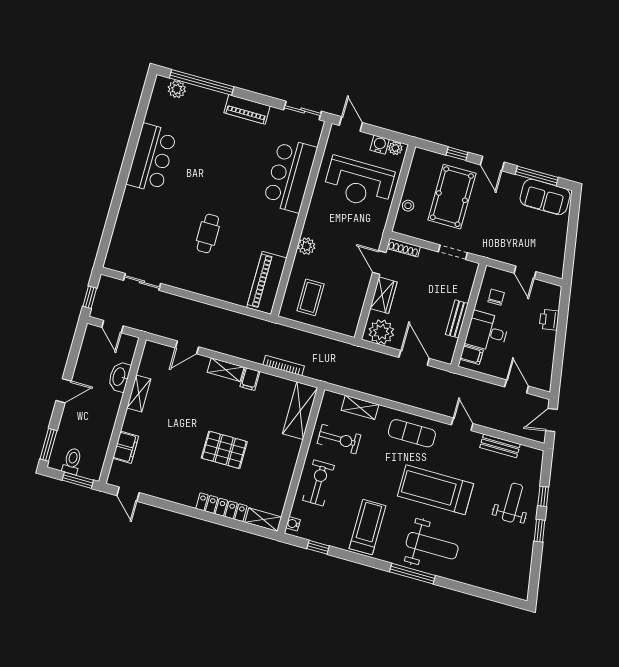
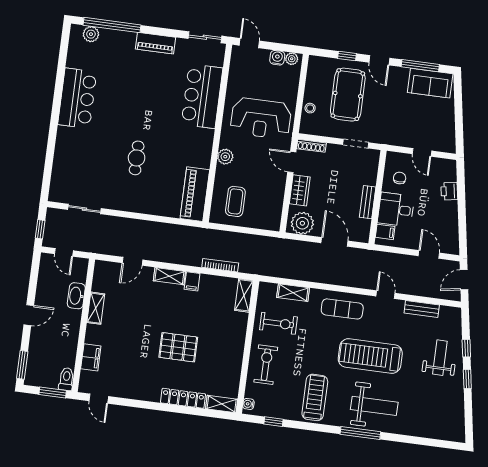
reception desk: (359, 183) -> (261, 118), moved
shelving: (300, 411) -> (244, 295), width x0.67, depth x0.75
toilet: (72, 461) -> (66, 379), moved

